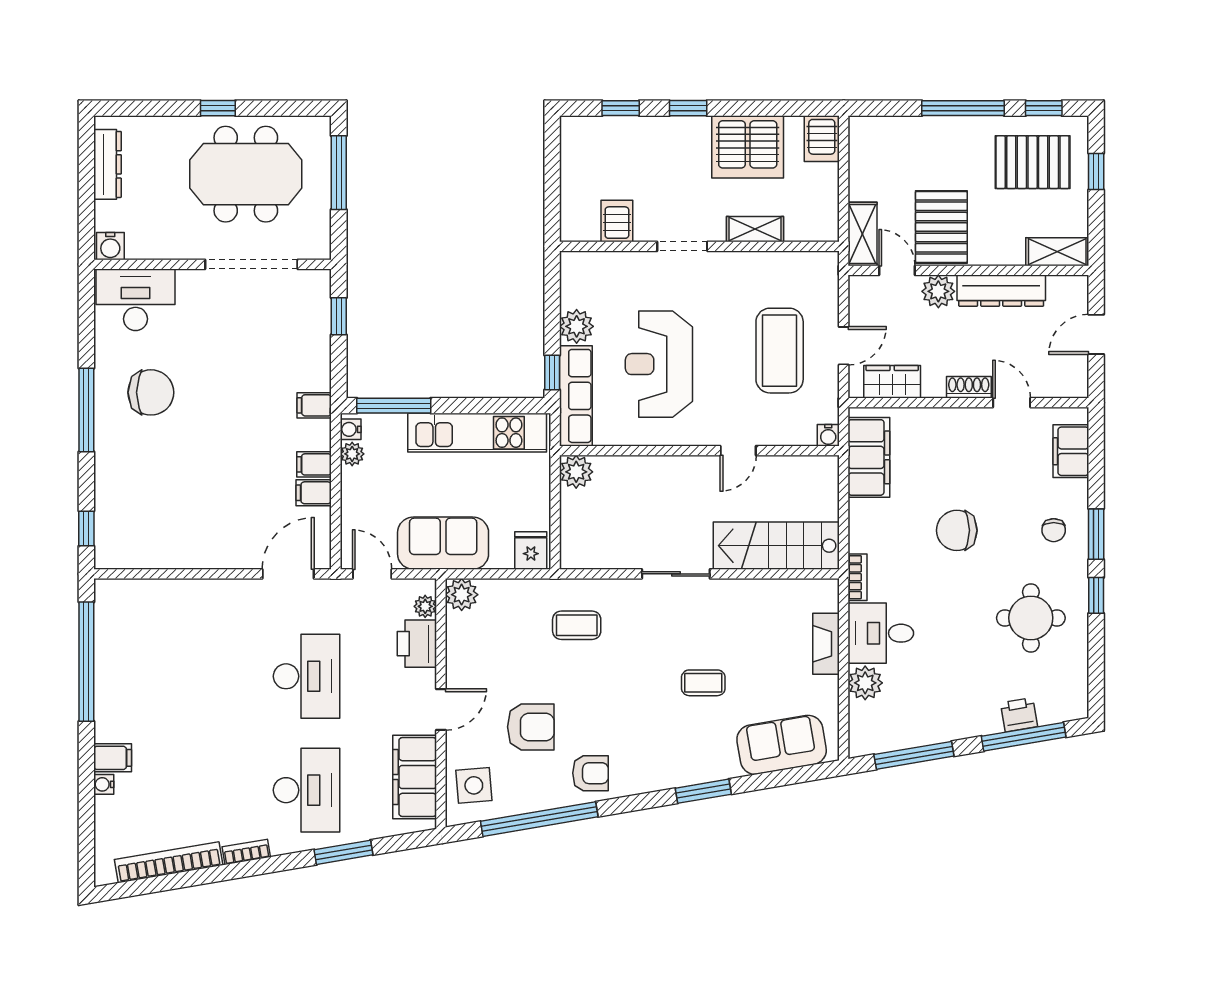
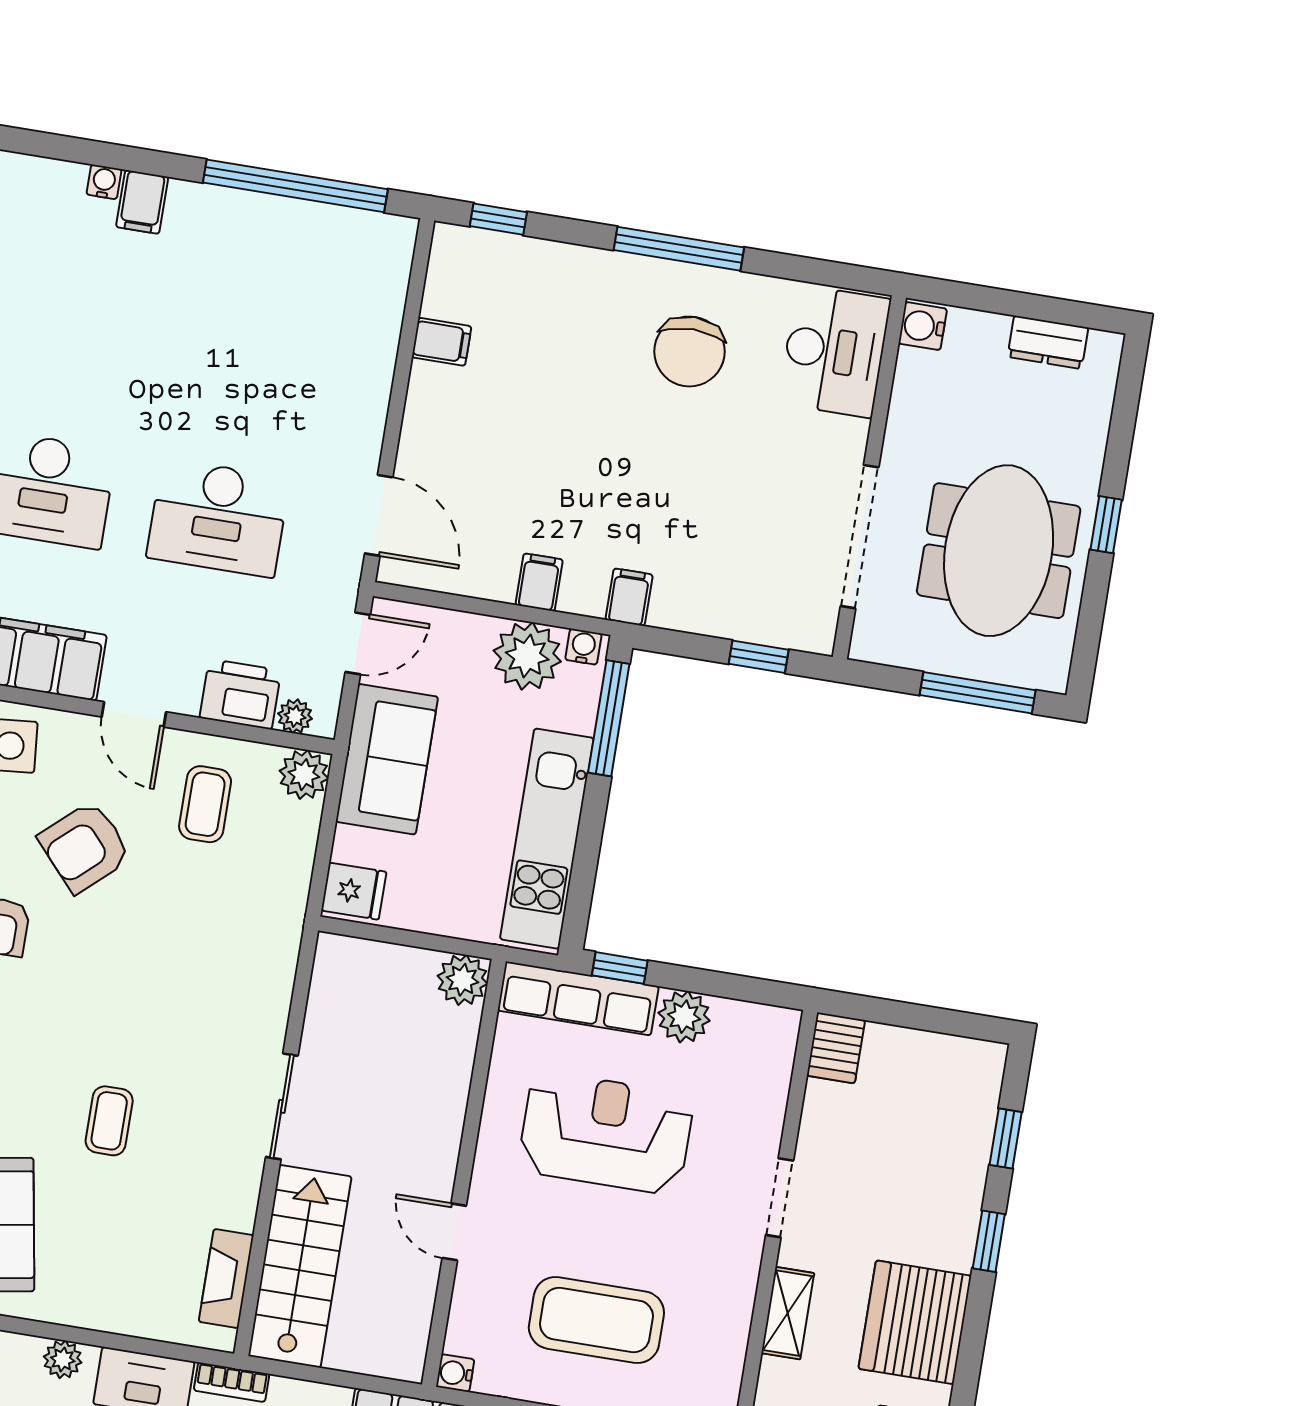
dresser: (108, 164) -> (1048, 342), width x0.70
server rack: (617, 221) -> (836, 1048), moved, turned 90
plant: (352, 454) -> (527, 656), width x1.87, depth x1.87
filing cabinet: (314, 493) -> (442, 342), moved, turned 90
coffee table: (577, 625) -> (205, 804), moved
fireplace: (826, 644) -> (226, 1279), moved, turned -90
plant: (865, 683) -> (63, 1359), width x0.73, depth x0.73
armchair: (531, 727) -> (85, 847), turned 48

